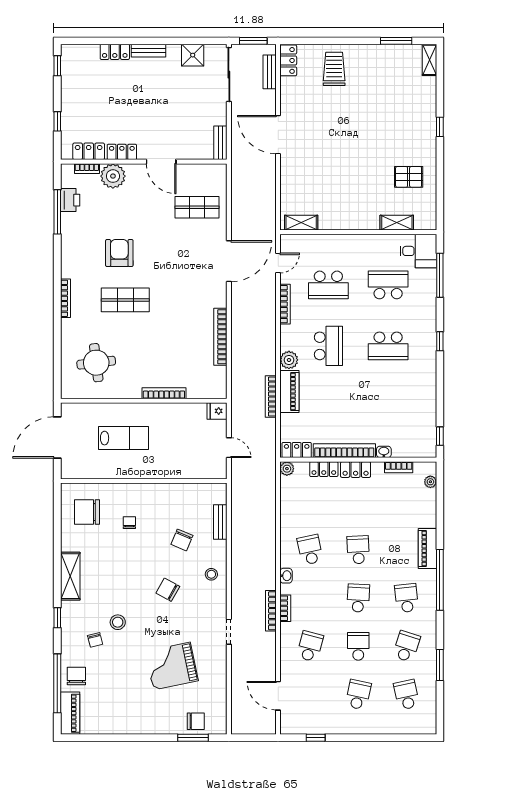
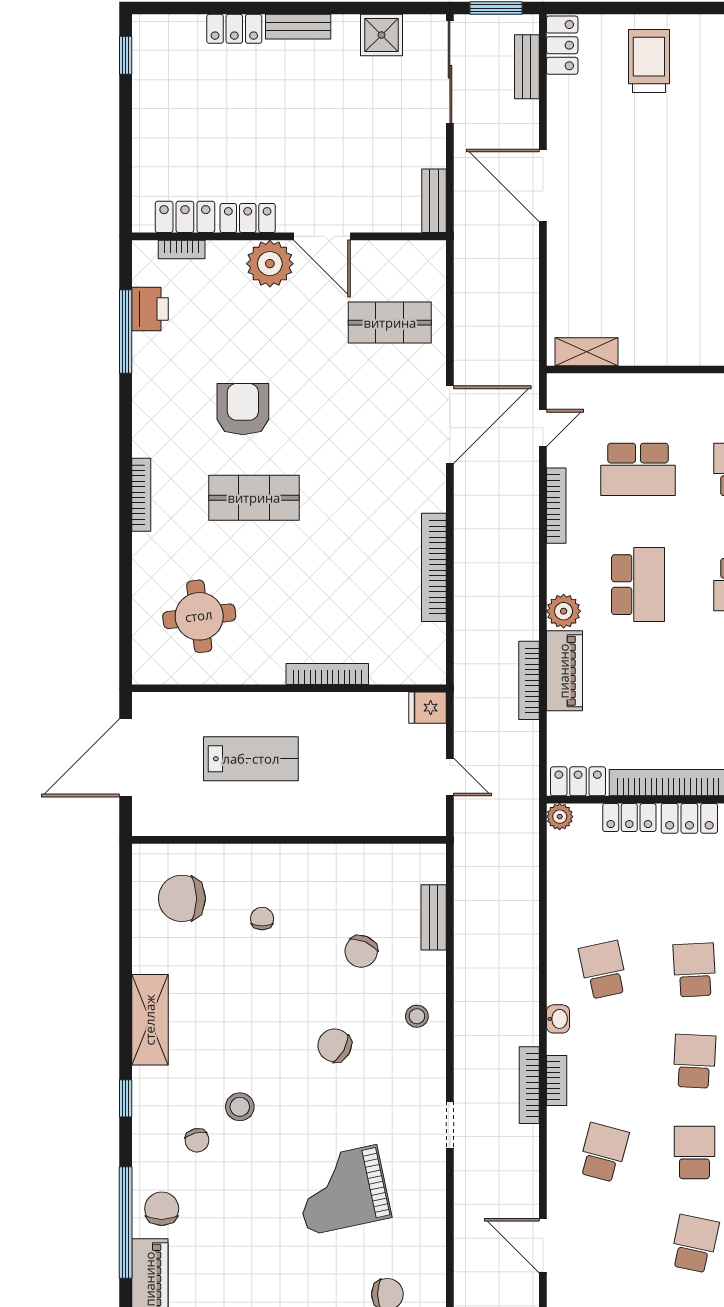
window: (57, 121) -> (126, 160), removed
plant: (113, 176) -> (270, 264), moved

